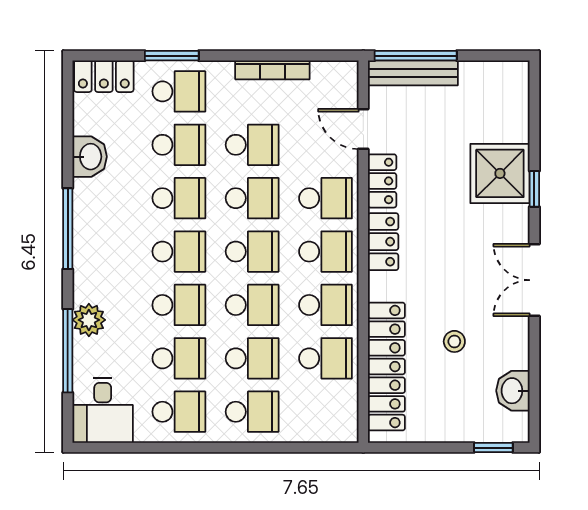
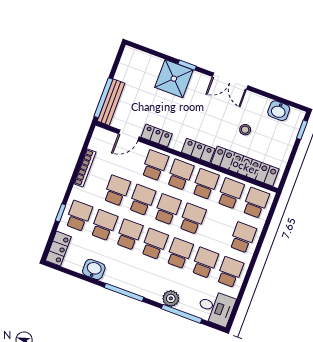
window: (172, 56) -> (61, 213), width x0.67
locker: (383, 242) -> (198, 150), moved
school desk: (252, 358) -> (256, 203), moved

